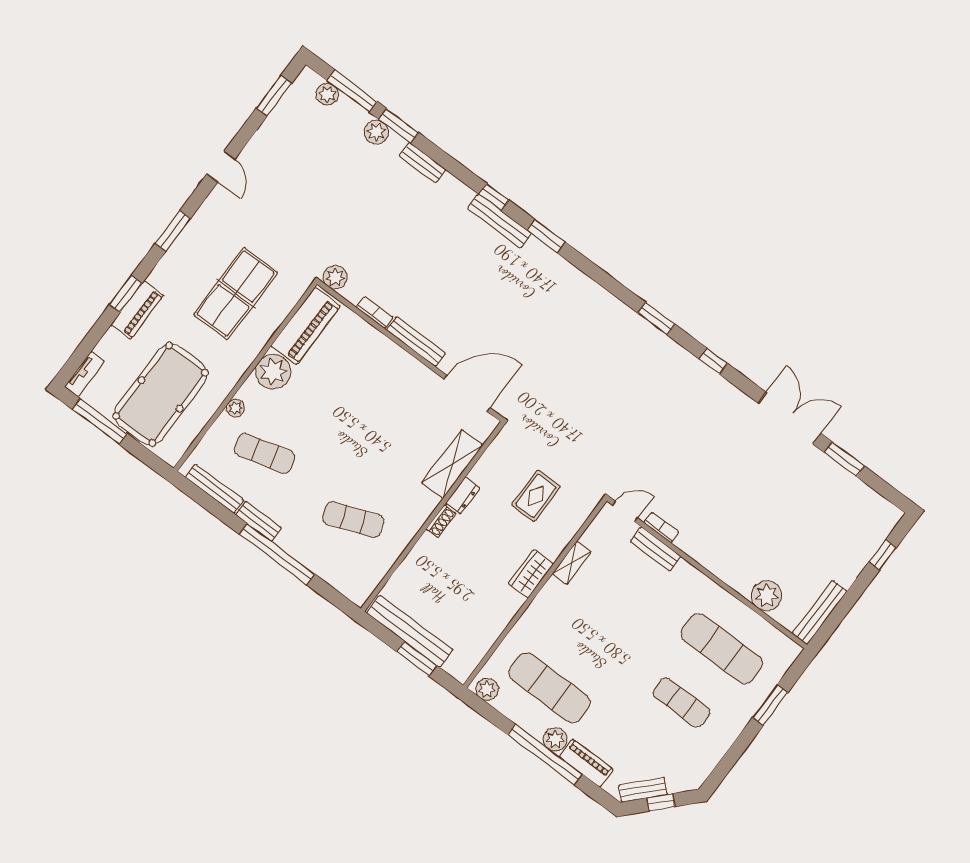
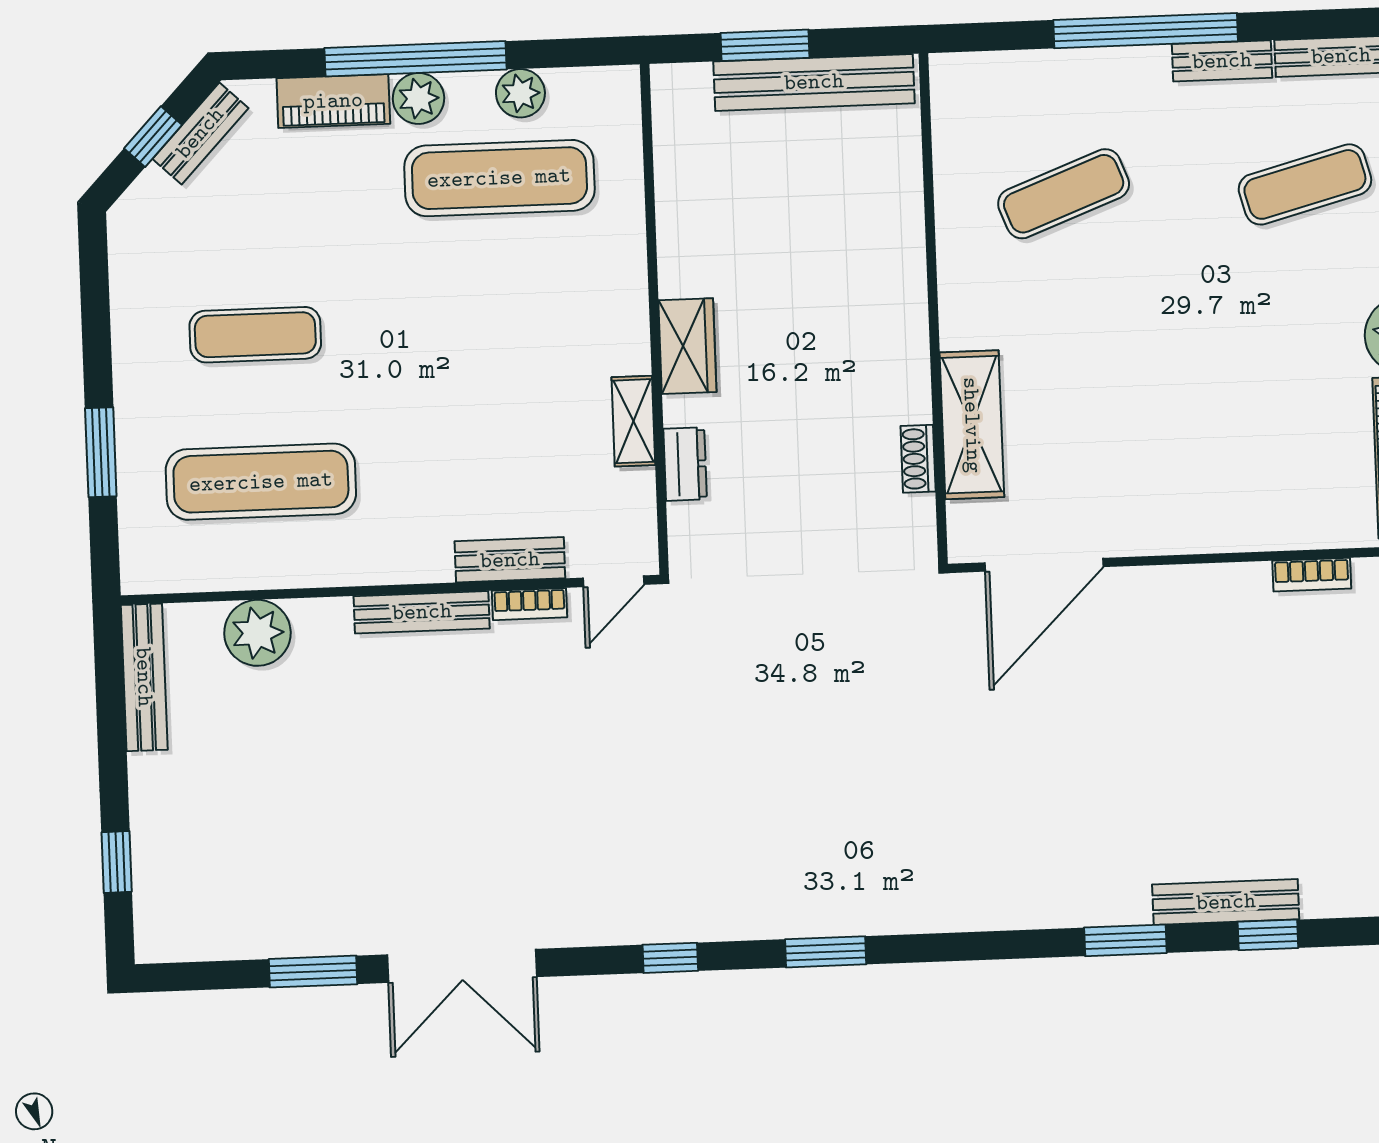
bench: (416, 342) -> (422, 612), moved
dresser: (463, 495) -> (685, 464), moved, turned 180
rug: (536, 496) -> (786, 486), removed
shoe rack: (441, 521) -> (918, 459), moved
plant: (487, 689) -> (520, 93), moved

